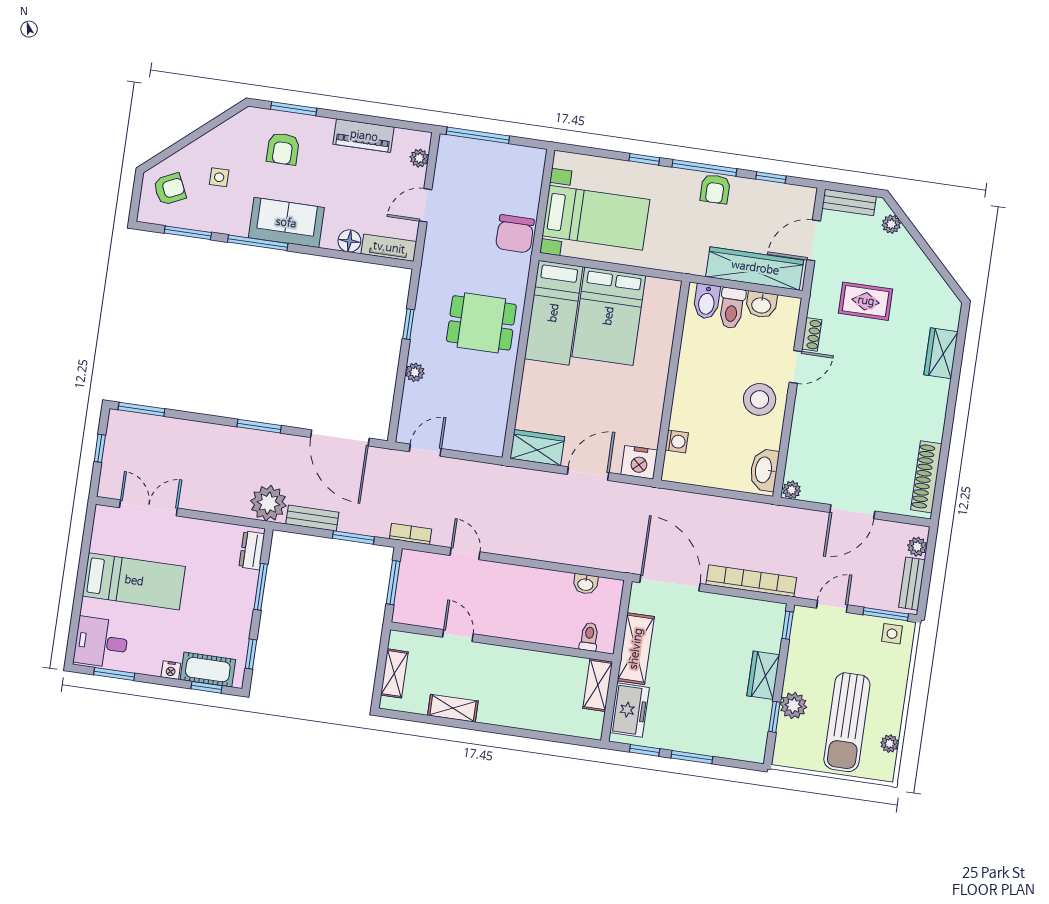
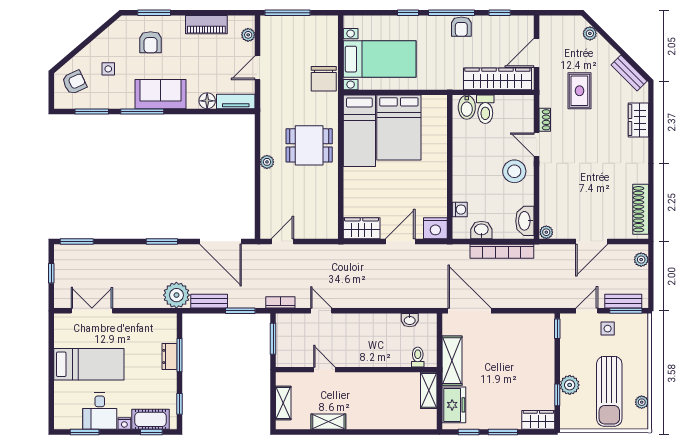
bench: (849, 202) -> (629, 73), moved, turned 45
rug: (866, 301) -> (579, 91), turned 90
washbasin: (761, 305) -> (481, 230), moved, turned 180
window: (408, 324) -> (257, 154), removed
door: (795, 367) -> (536, 144), swing flipped
plant: (415, 372) -> (267, 162), moved
dresser: (252, 550) -> (169, 356), moved
bookcase: (751, 581) -> (502, 251), moved, turned 180
bench: (912, 584) -> (623, 301), moved, turned 90
side table: (892, 634) -> (608, 329), moved
desk: (101, 642) -> (100, 411), moved, turned -90
wardrobe: (763, 675) -> (538, 420), moved, turned 90

